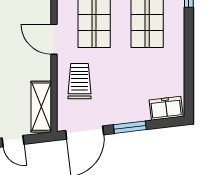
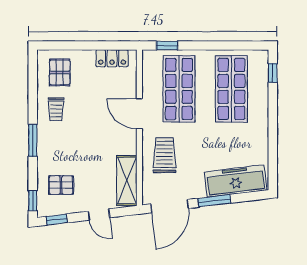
freezer: (166, 108) -> (236, 181), width x1.91, depth x1.26

